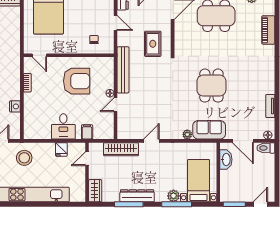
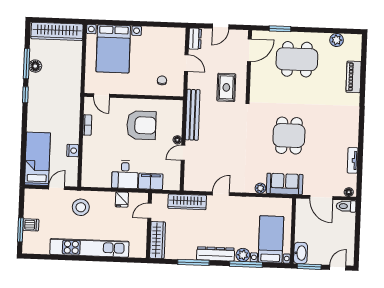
filing cabinet: (87, 132) -> (151, 181), width x2.00
washbasin: (226, 160) -> (301, 253), moved
wardrobe: (95, 191) -> (158, 240), width x1.50
dresser: (137, 196) -> (216, 254), moved

